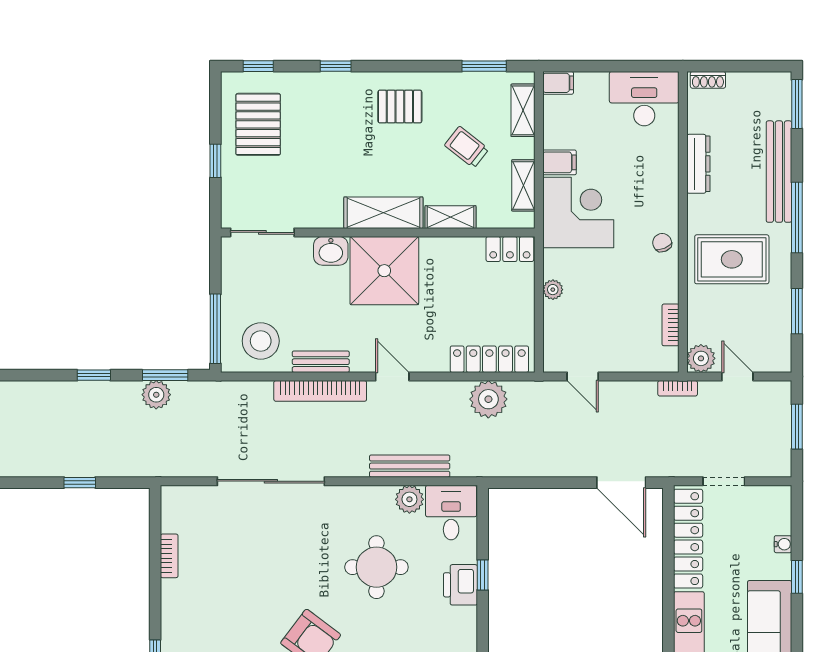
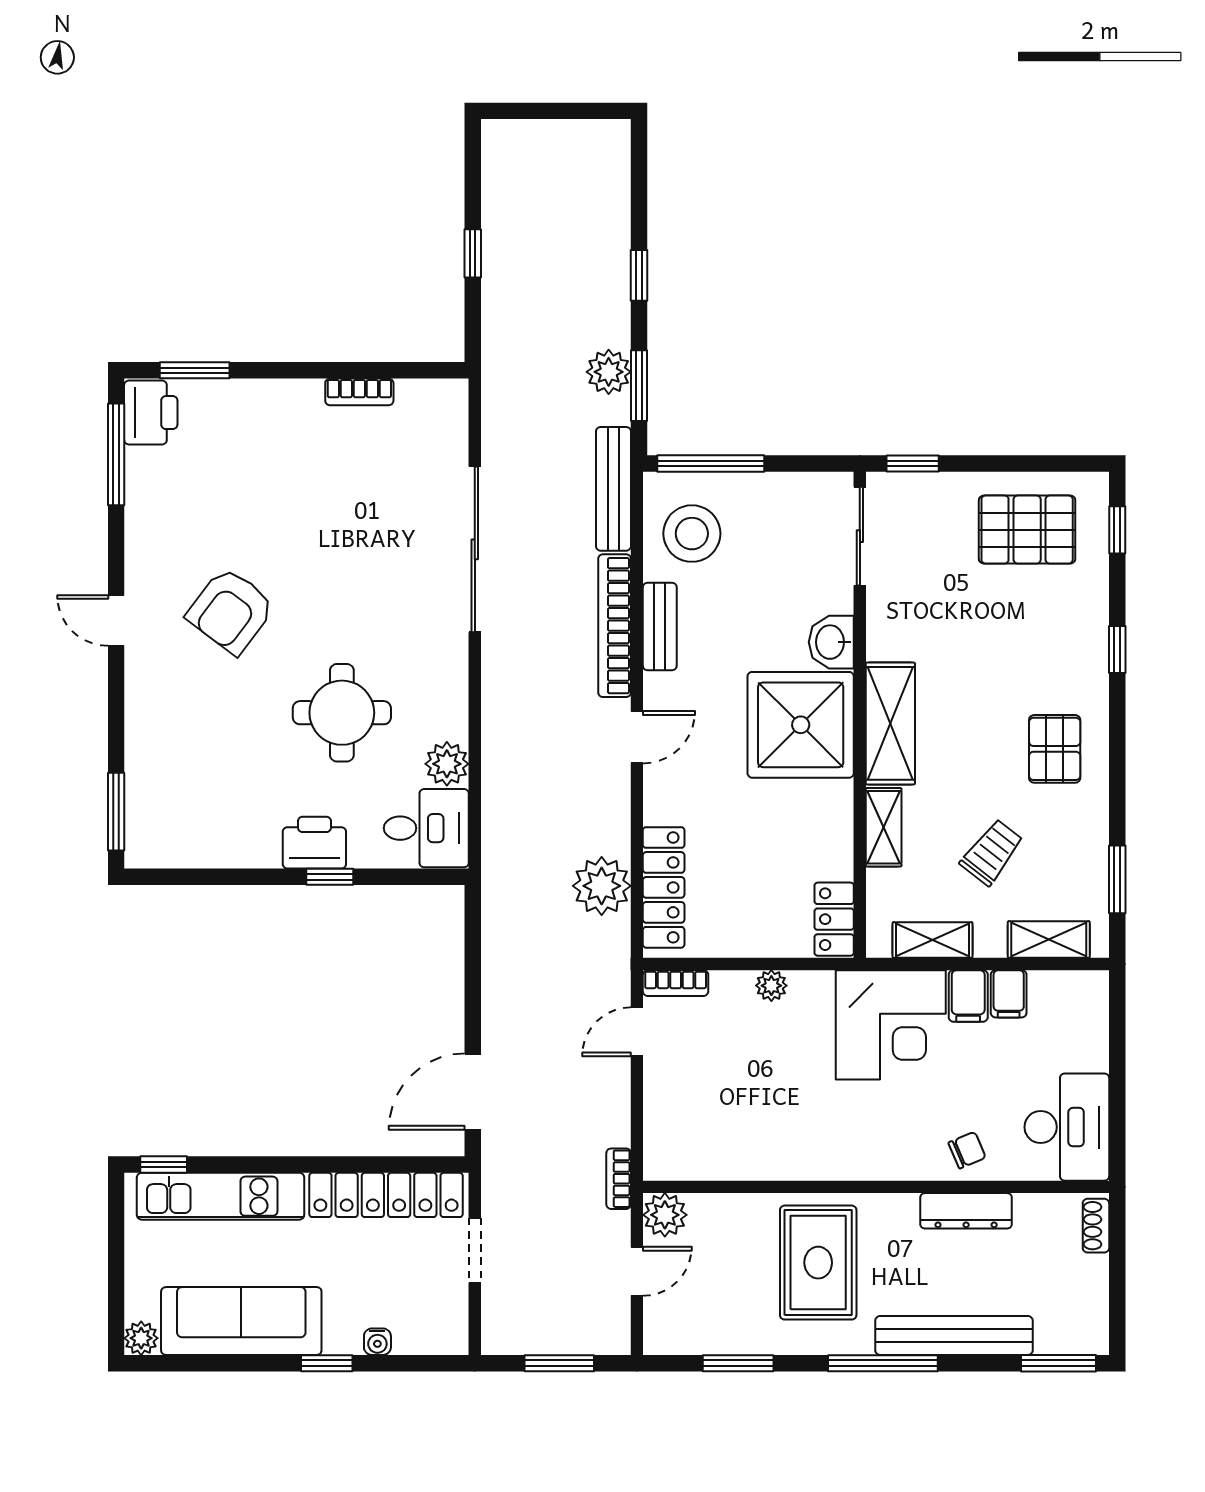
filing cabinet: (558, 83) -> (1009, 994), moved
window: (215, 161) -> (913, 463), moved
chair: (662, 243) -> (967, 1150), moved
bookcase: (671, 325) -> (676, 983), moved, turned 180
bench: (410, 466) -> (613, 489), moved

